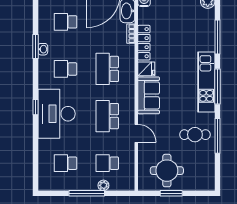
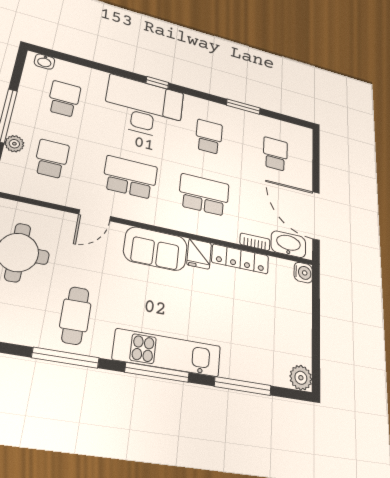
washbasin: (43, 49) -> (45, 62), moved

